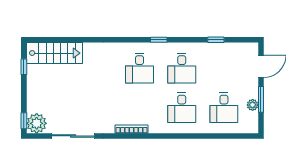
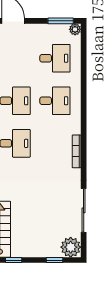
window: (261, 99) -> (61, 21), moved
plant: (253, 105) -> (75, 29), moved
window: (24, 121) -> (55, 260), moved

